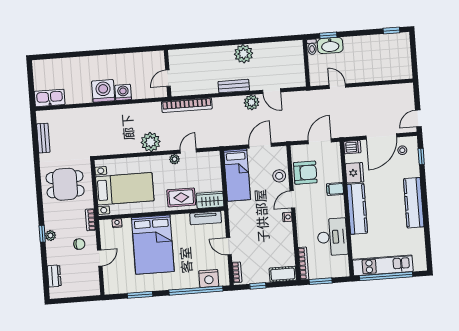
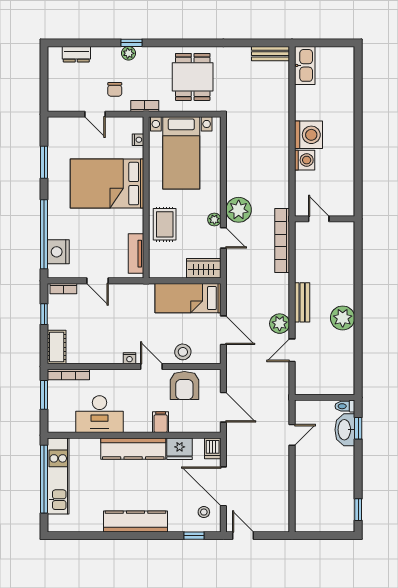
bench: (43, 138) -> (271, 54), moved
plant: (151, 142) -> (239, 210), moved
wardrobe: (210, 200) -> (204, 268), moved, turned -90
door: (229, 246) -> (97, 281), swing flipped

